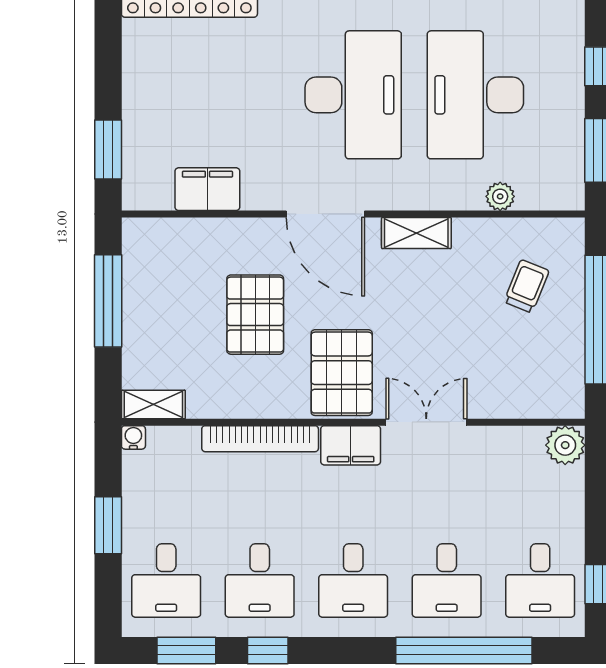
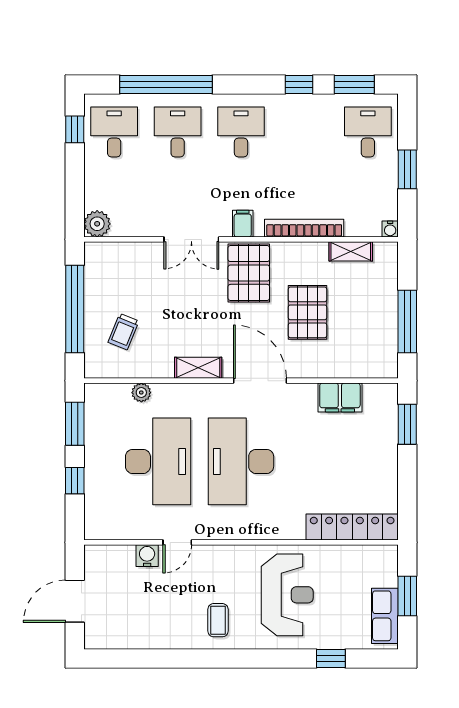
shelving: (153, 404) -> (351, 251), moved
filing cabinet: (351, 445) -> (243, 224), width x0.50
desk: (260, 580) -> (304, 132), removed

